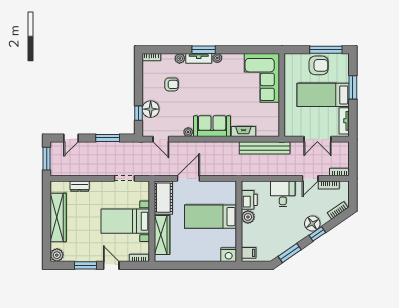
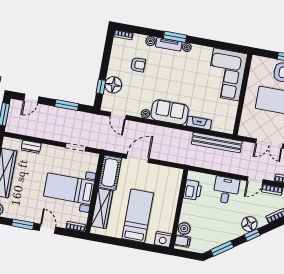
bed: (211, 217) -> (138, 216), moved, turned 90
plant: (248, 217) -> (184, 229), moved

